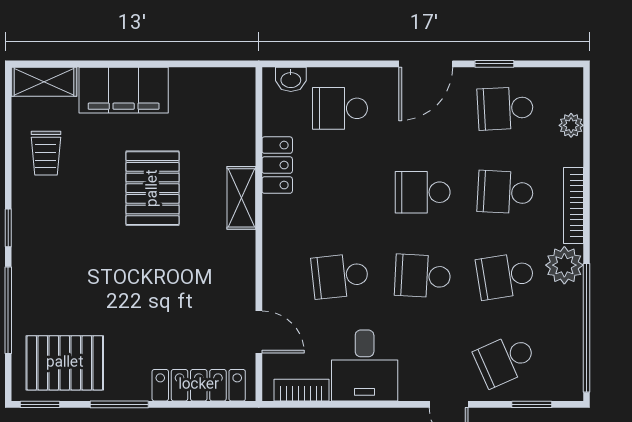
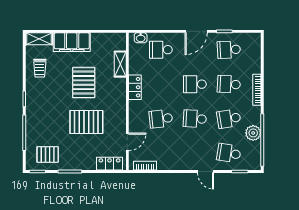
plant: (571, 125) -> (256, 57), removed
locker: (277, 165) -> (135, 87), moved
shelving: (241, 198) -> (120, 64), moved
plant: (564, 265) -> (253, 133), moved
pallet: (159, 284) -> (86, 122), added
door: (259, 332) -> (127, 142), hinge flipped
school desk: (505, 360) -> (229, 153), turned 33
pallet: (65, 363) -> (48, 154), width x0.67, depth x0.71
desk: (365, 366) -> (171, 156), removed
locker: (199, 385) -> (110, 164), width x0.66

